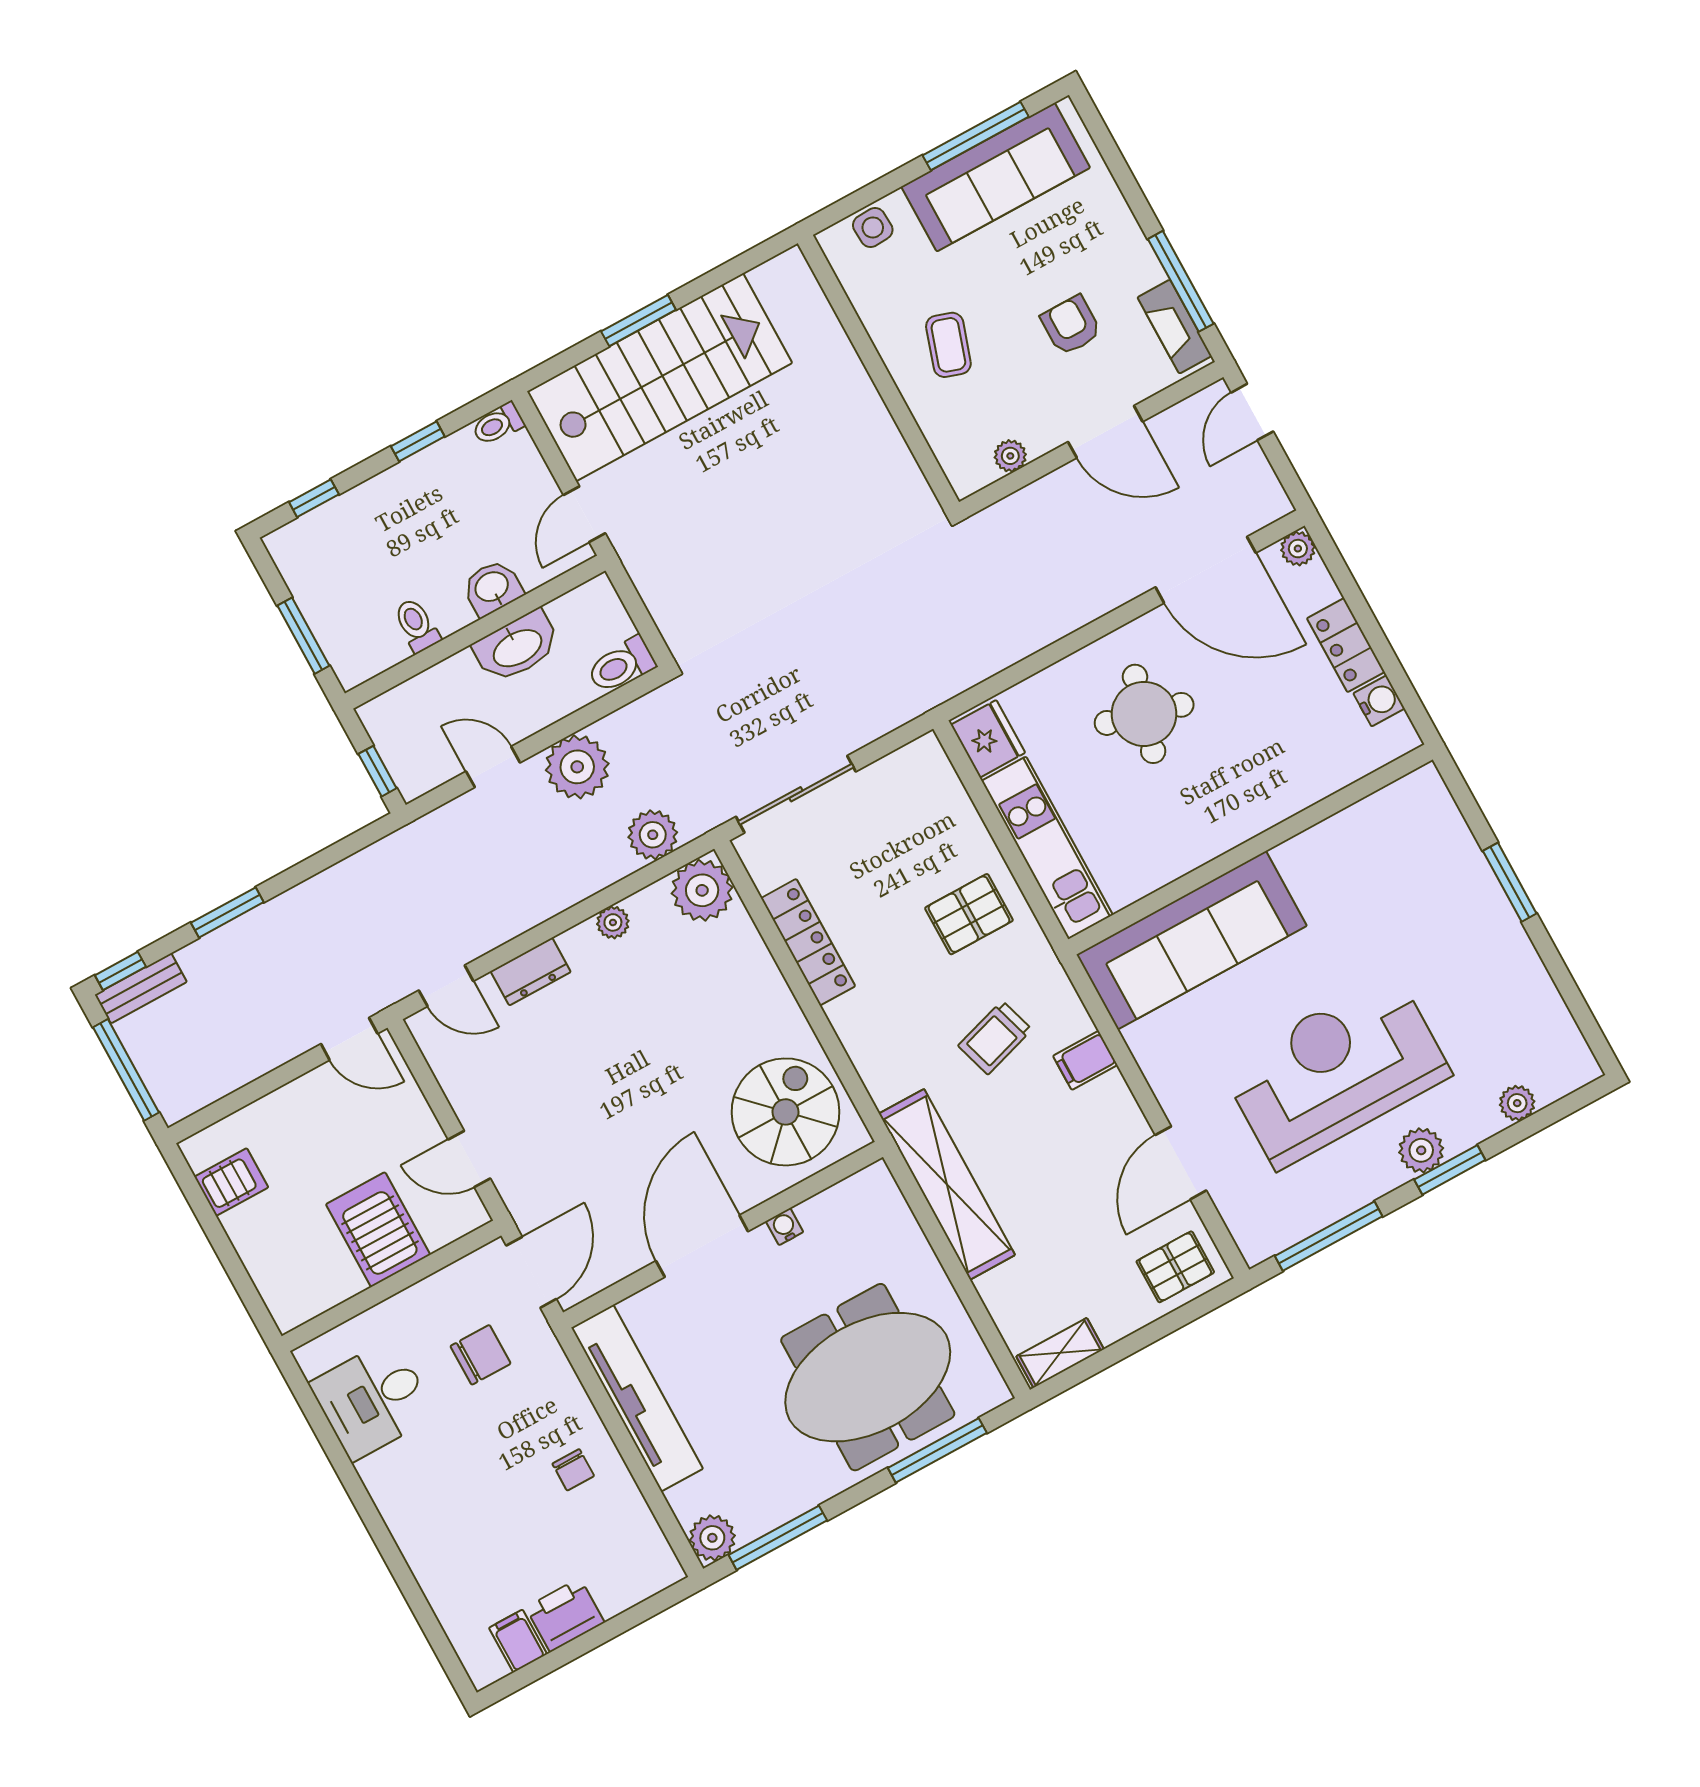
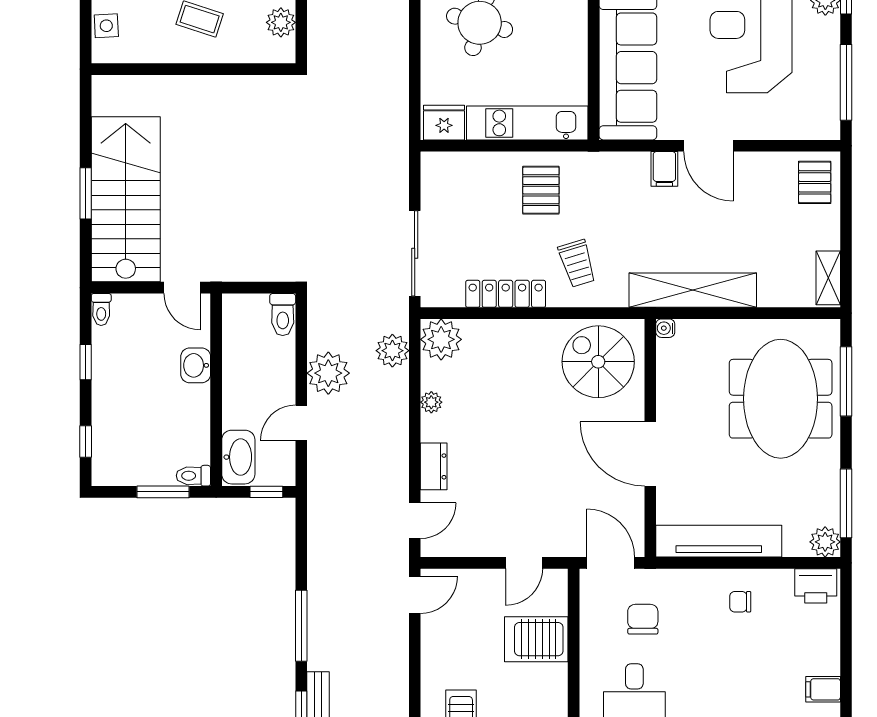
plant: (1010, 456) -> (281, 22), width x1.38, depth x1.38
toilet: (417, 625) -> (193, 476), moved
washbasin: (517, 647) -> (238, 457), moved
window: (227, 912) -> (301, 626), width x1.44
trolley: (995, 1038) -> (577, 263), moved
door: (1181, 1163) -> (708, 146), moved
water cooler: (785, 1227) -> (665, 328), moved
chair: (573, 1470) -> (740, 602), turned 180
printer: (565, 1615) -> (816, 586), moved, turned -90

